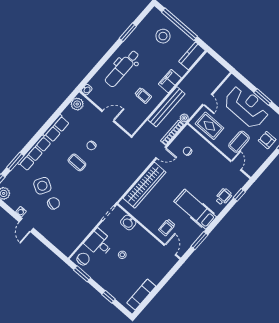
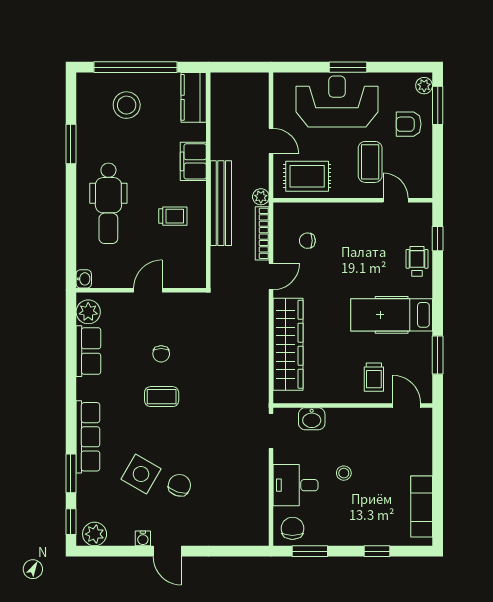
row of seats: (56, 128) -> (88, 351), moved

